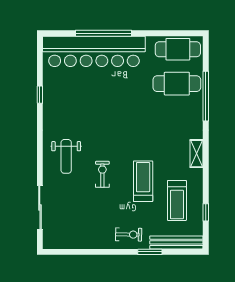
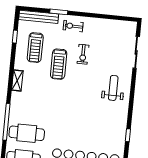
exercise bike: (102, 174) -> (83, 54), moved
treadmill: (177, 201) -> (35, 48), turned 180

